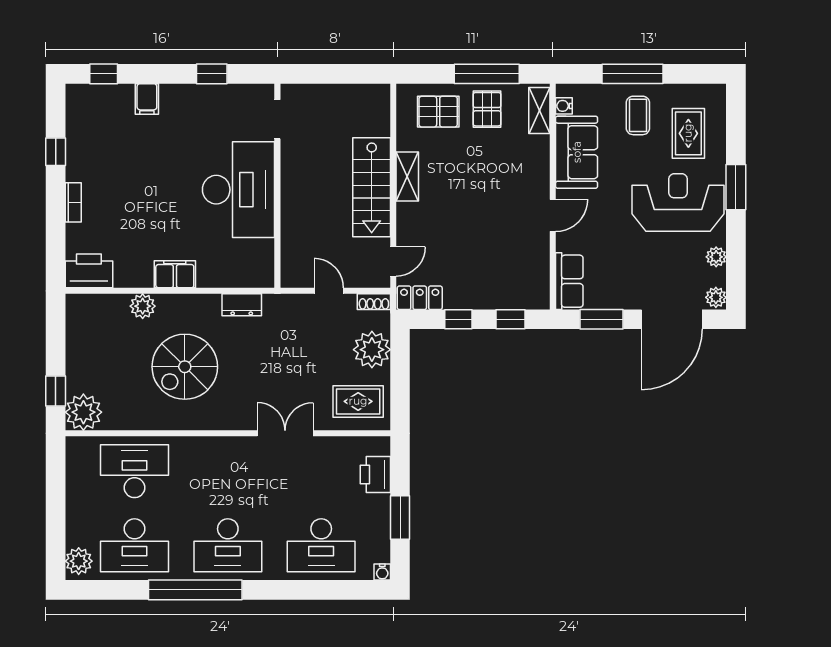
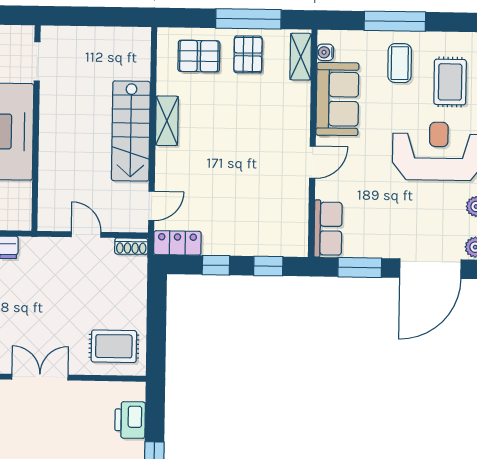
plant: (372, 350) -> (129, 294), removed

